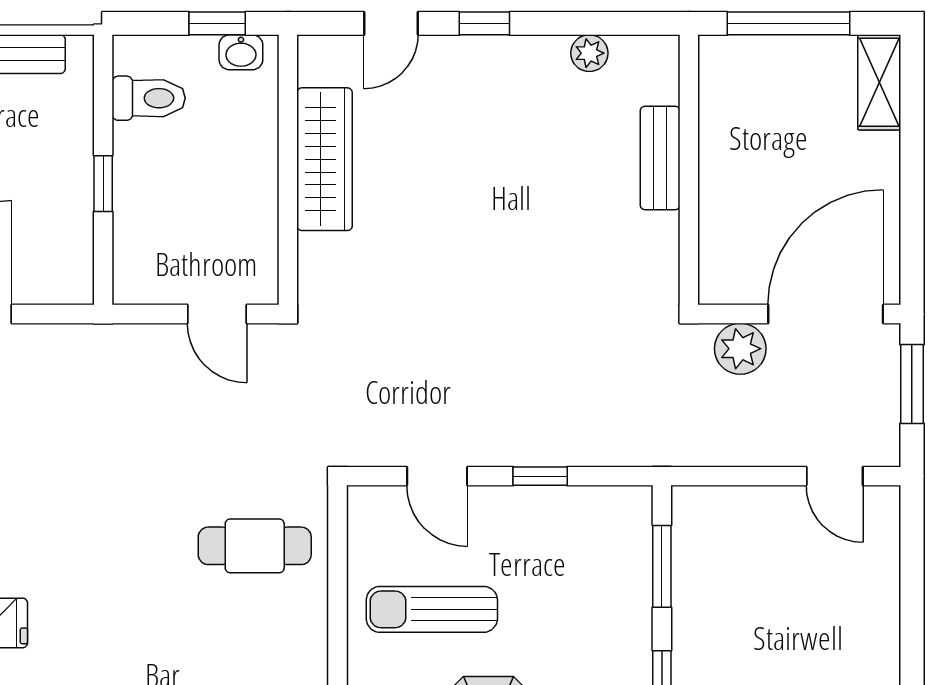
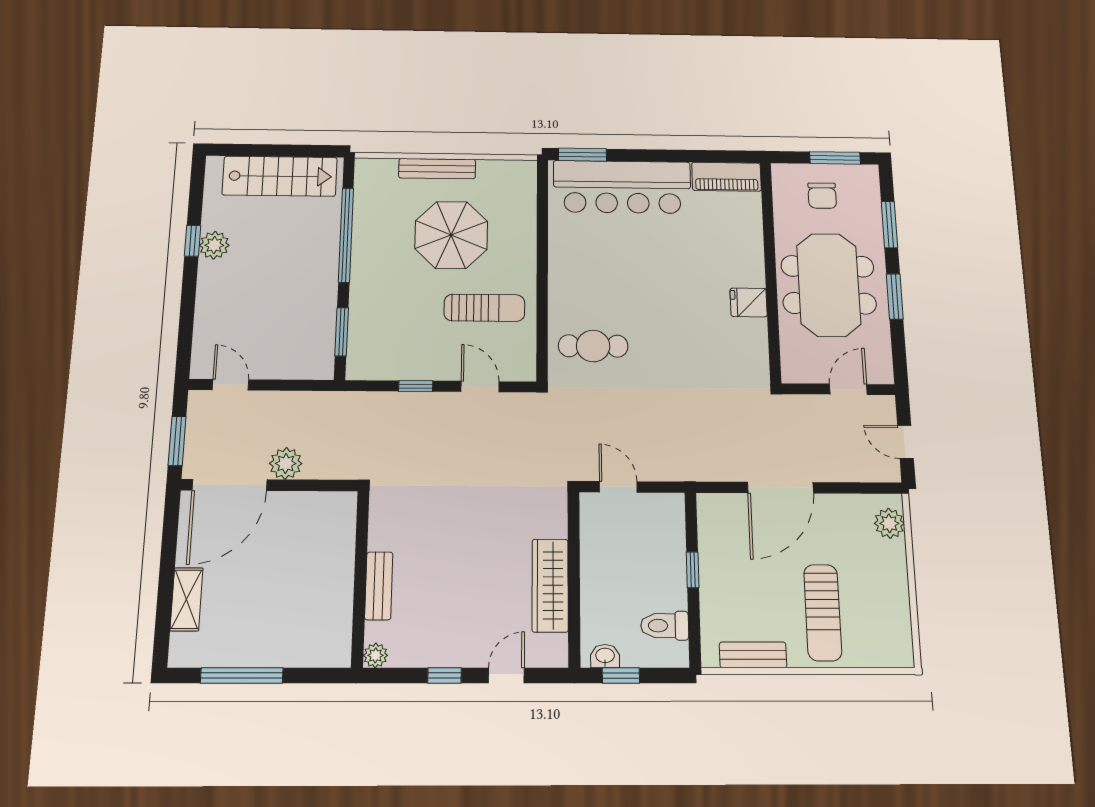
shelving: (879, 82) -> (187, 599), moved
bench: (660, 158) -> (379, 586), moved
wall: (689, 170) -> (360, 578), moved

